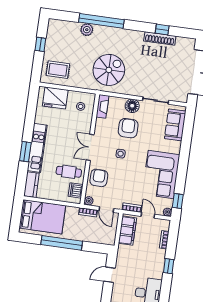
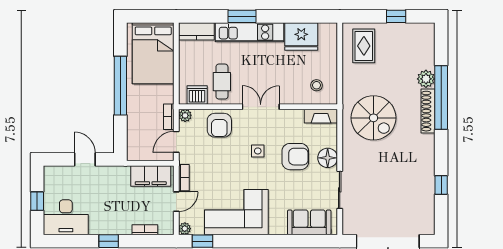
shoe rack: (160, 38) -> (428, 111), moved
fridge: (55, 98) -> (301, 37), moved, turned -90
armchair: (99, 178) -> (219, 125), turned 89

